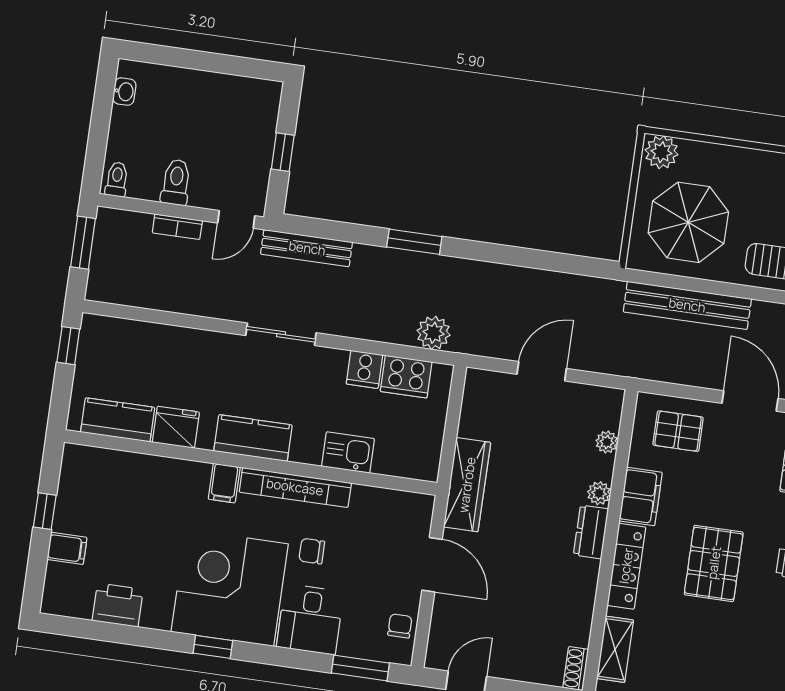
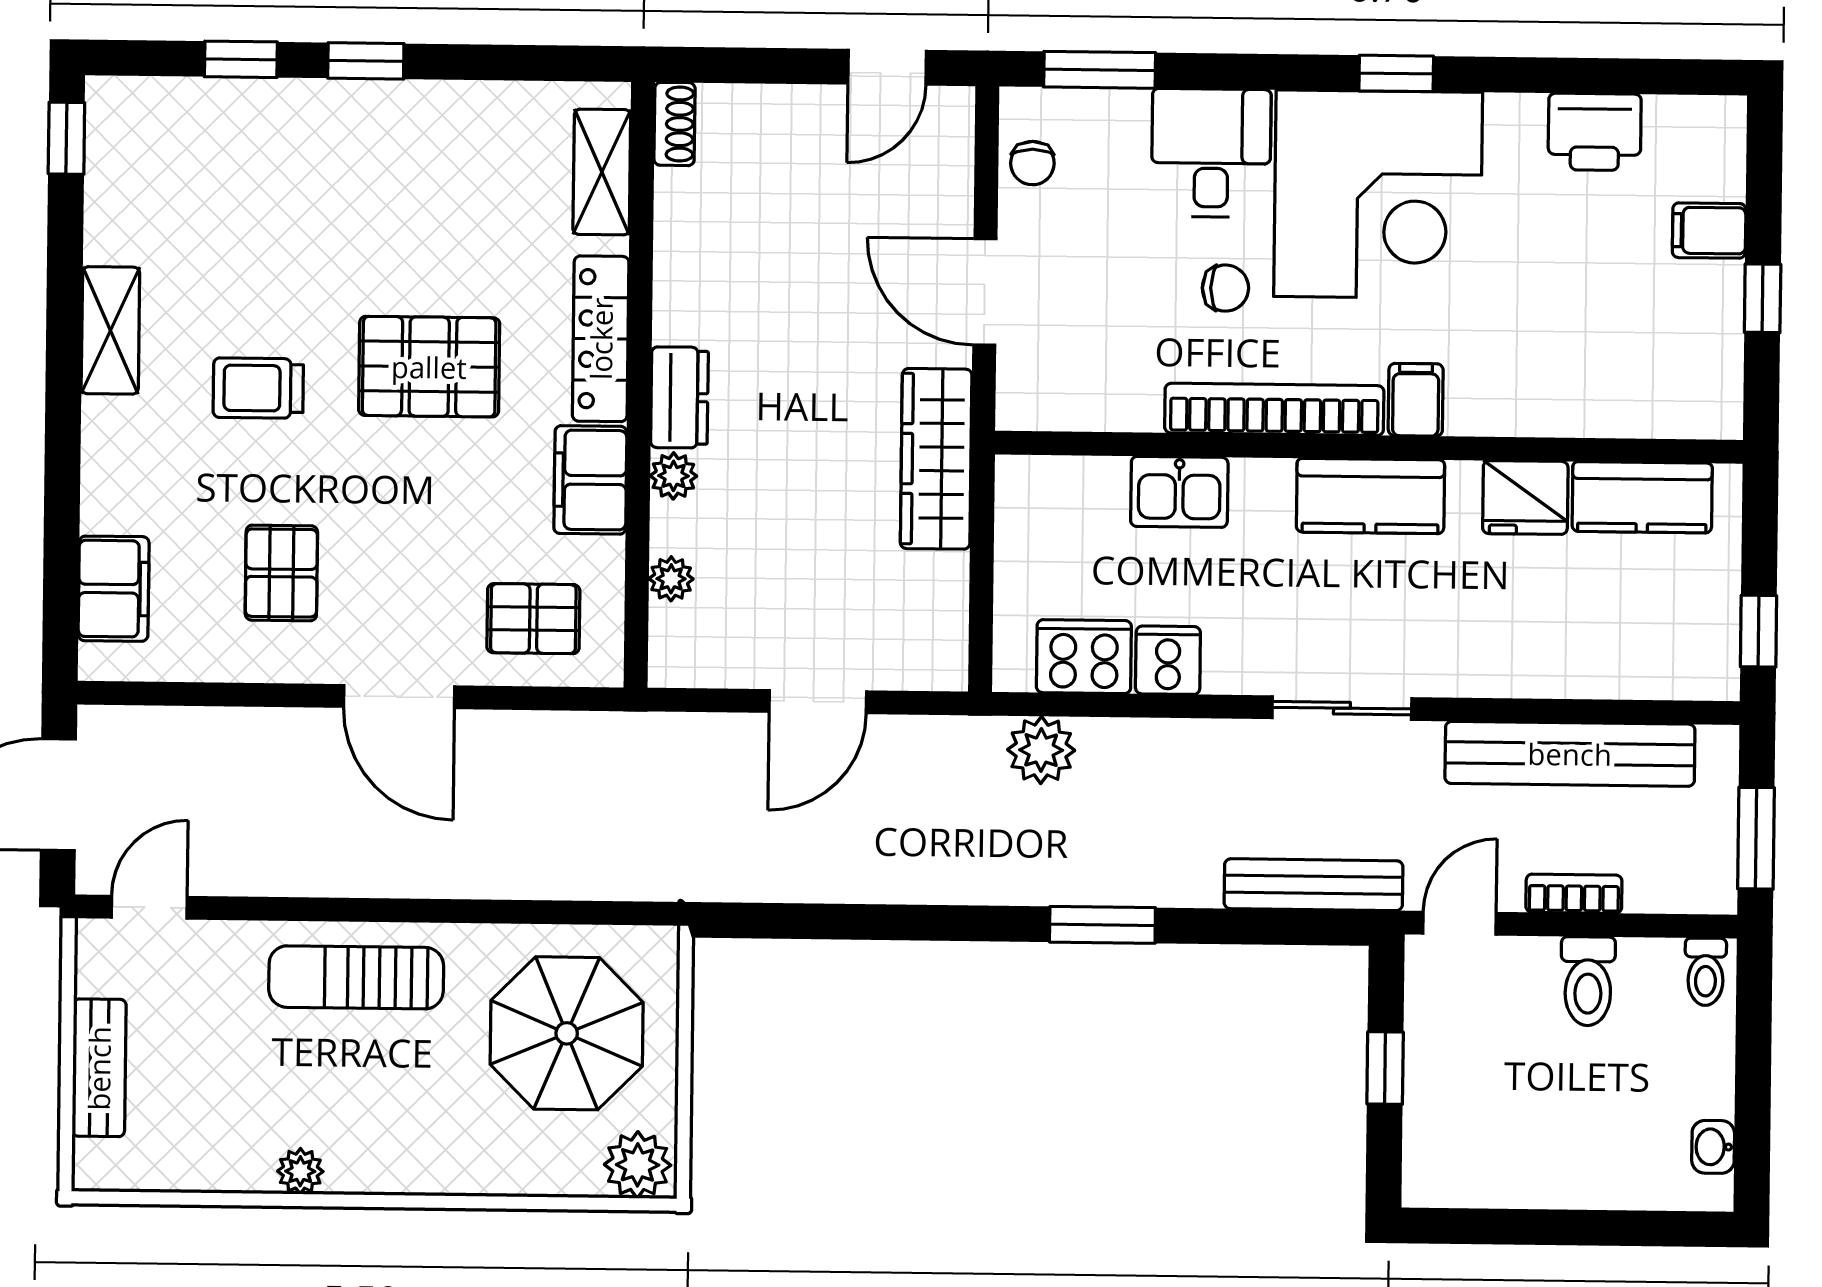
bench: (687, 305) -> (1570, 754), moved
pallet: (714, 563) -> (429, 367), turned 90

